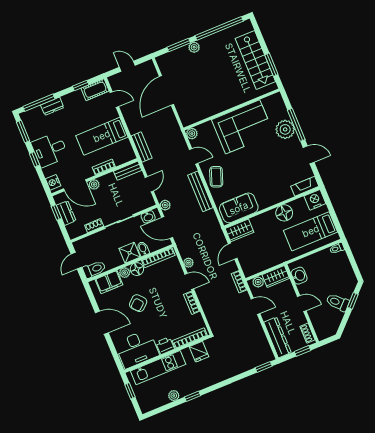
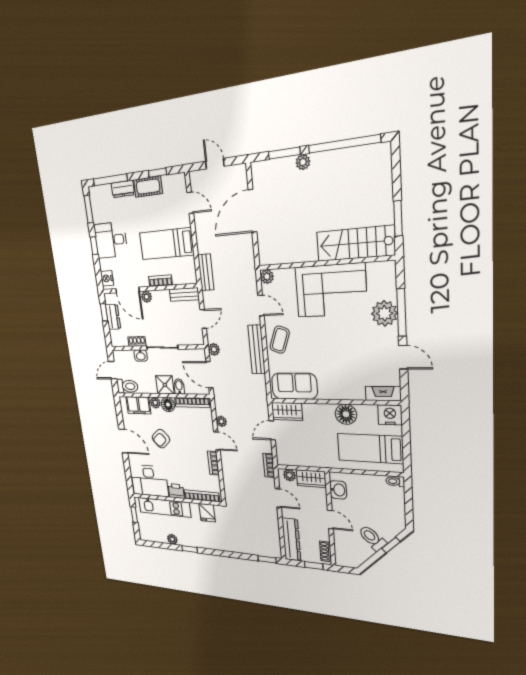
stairs: (255, 60) -> (355, 244), moved, turned 90
cot: (95, 90) -> (148, 187), moved
washbasin: (148, 217) -> (141, 355), moved

